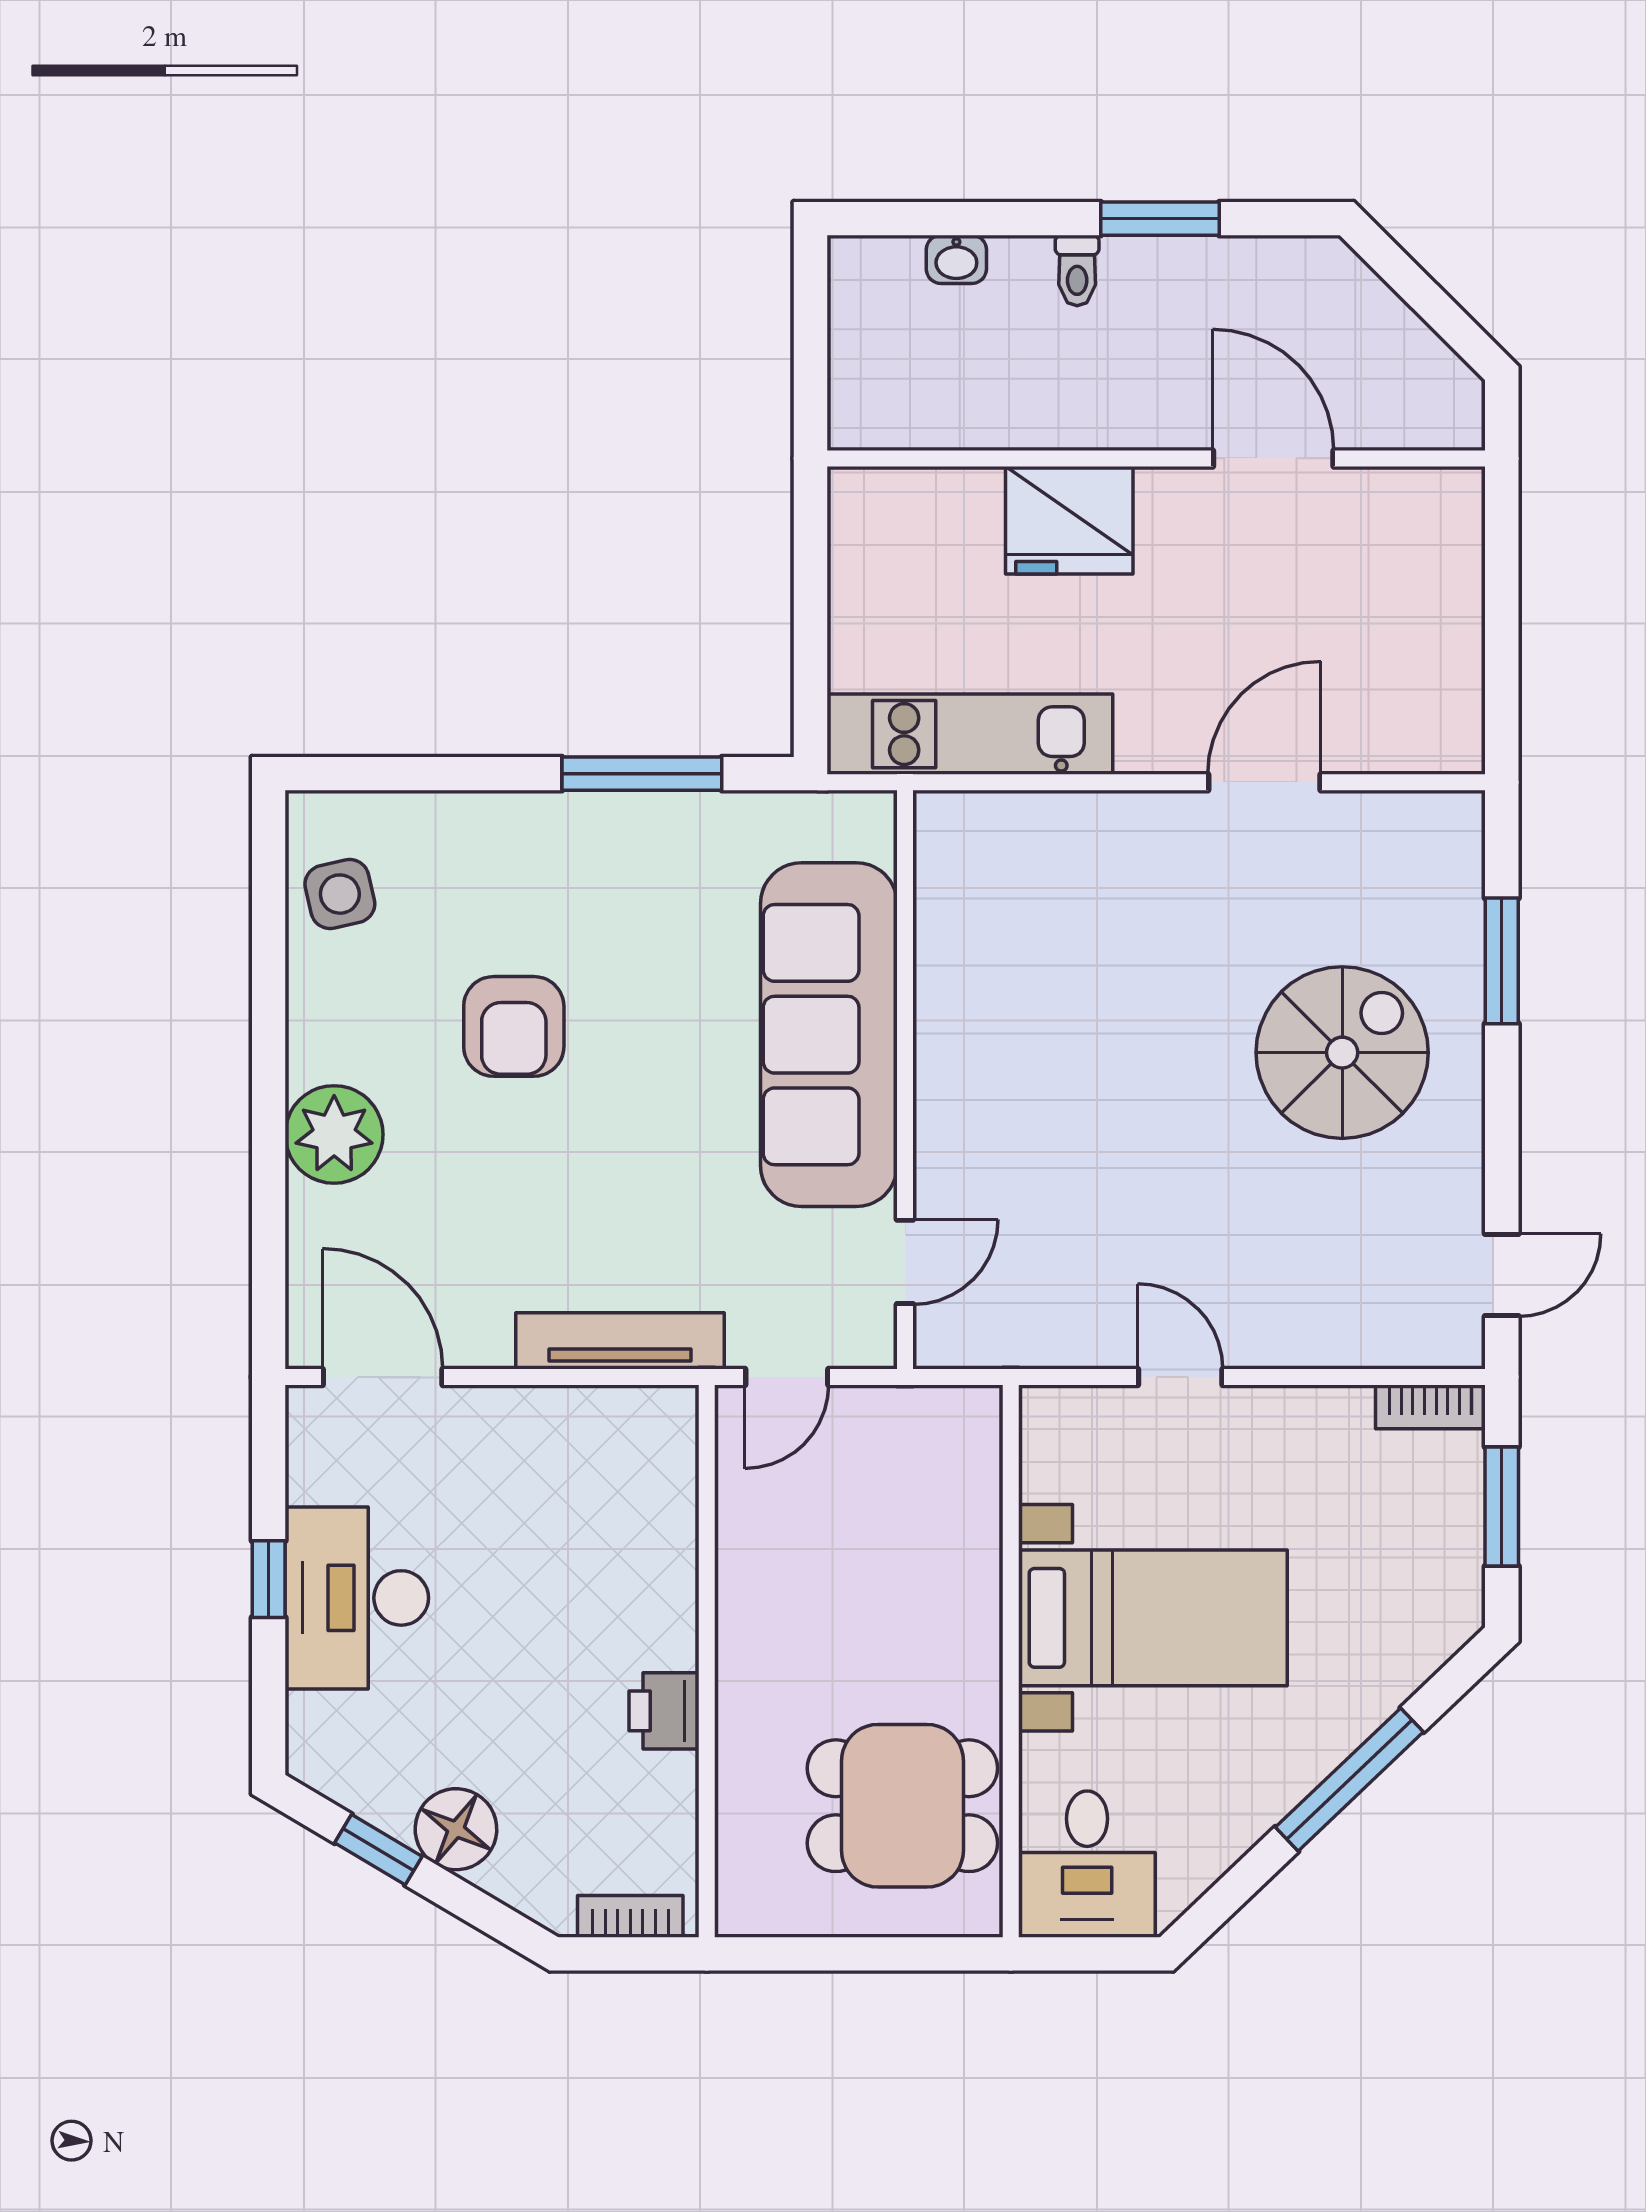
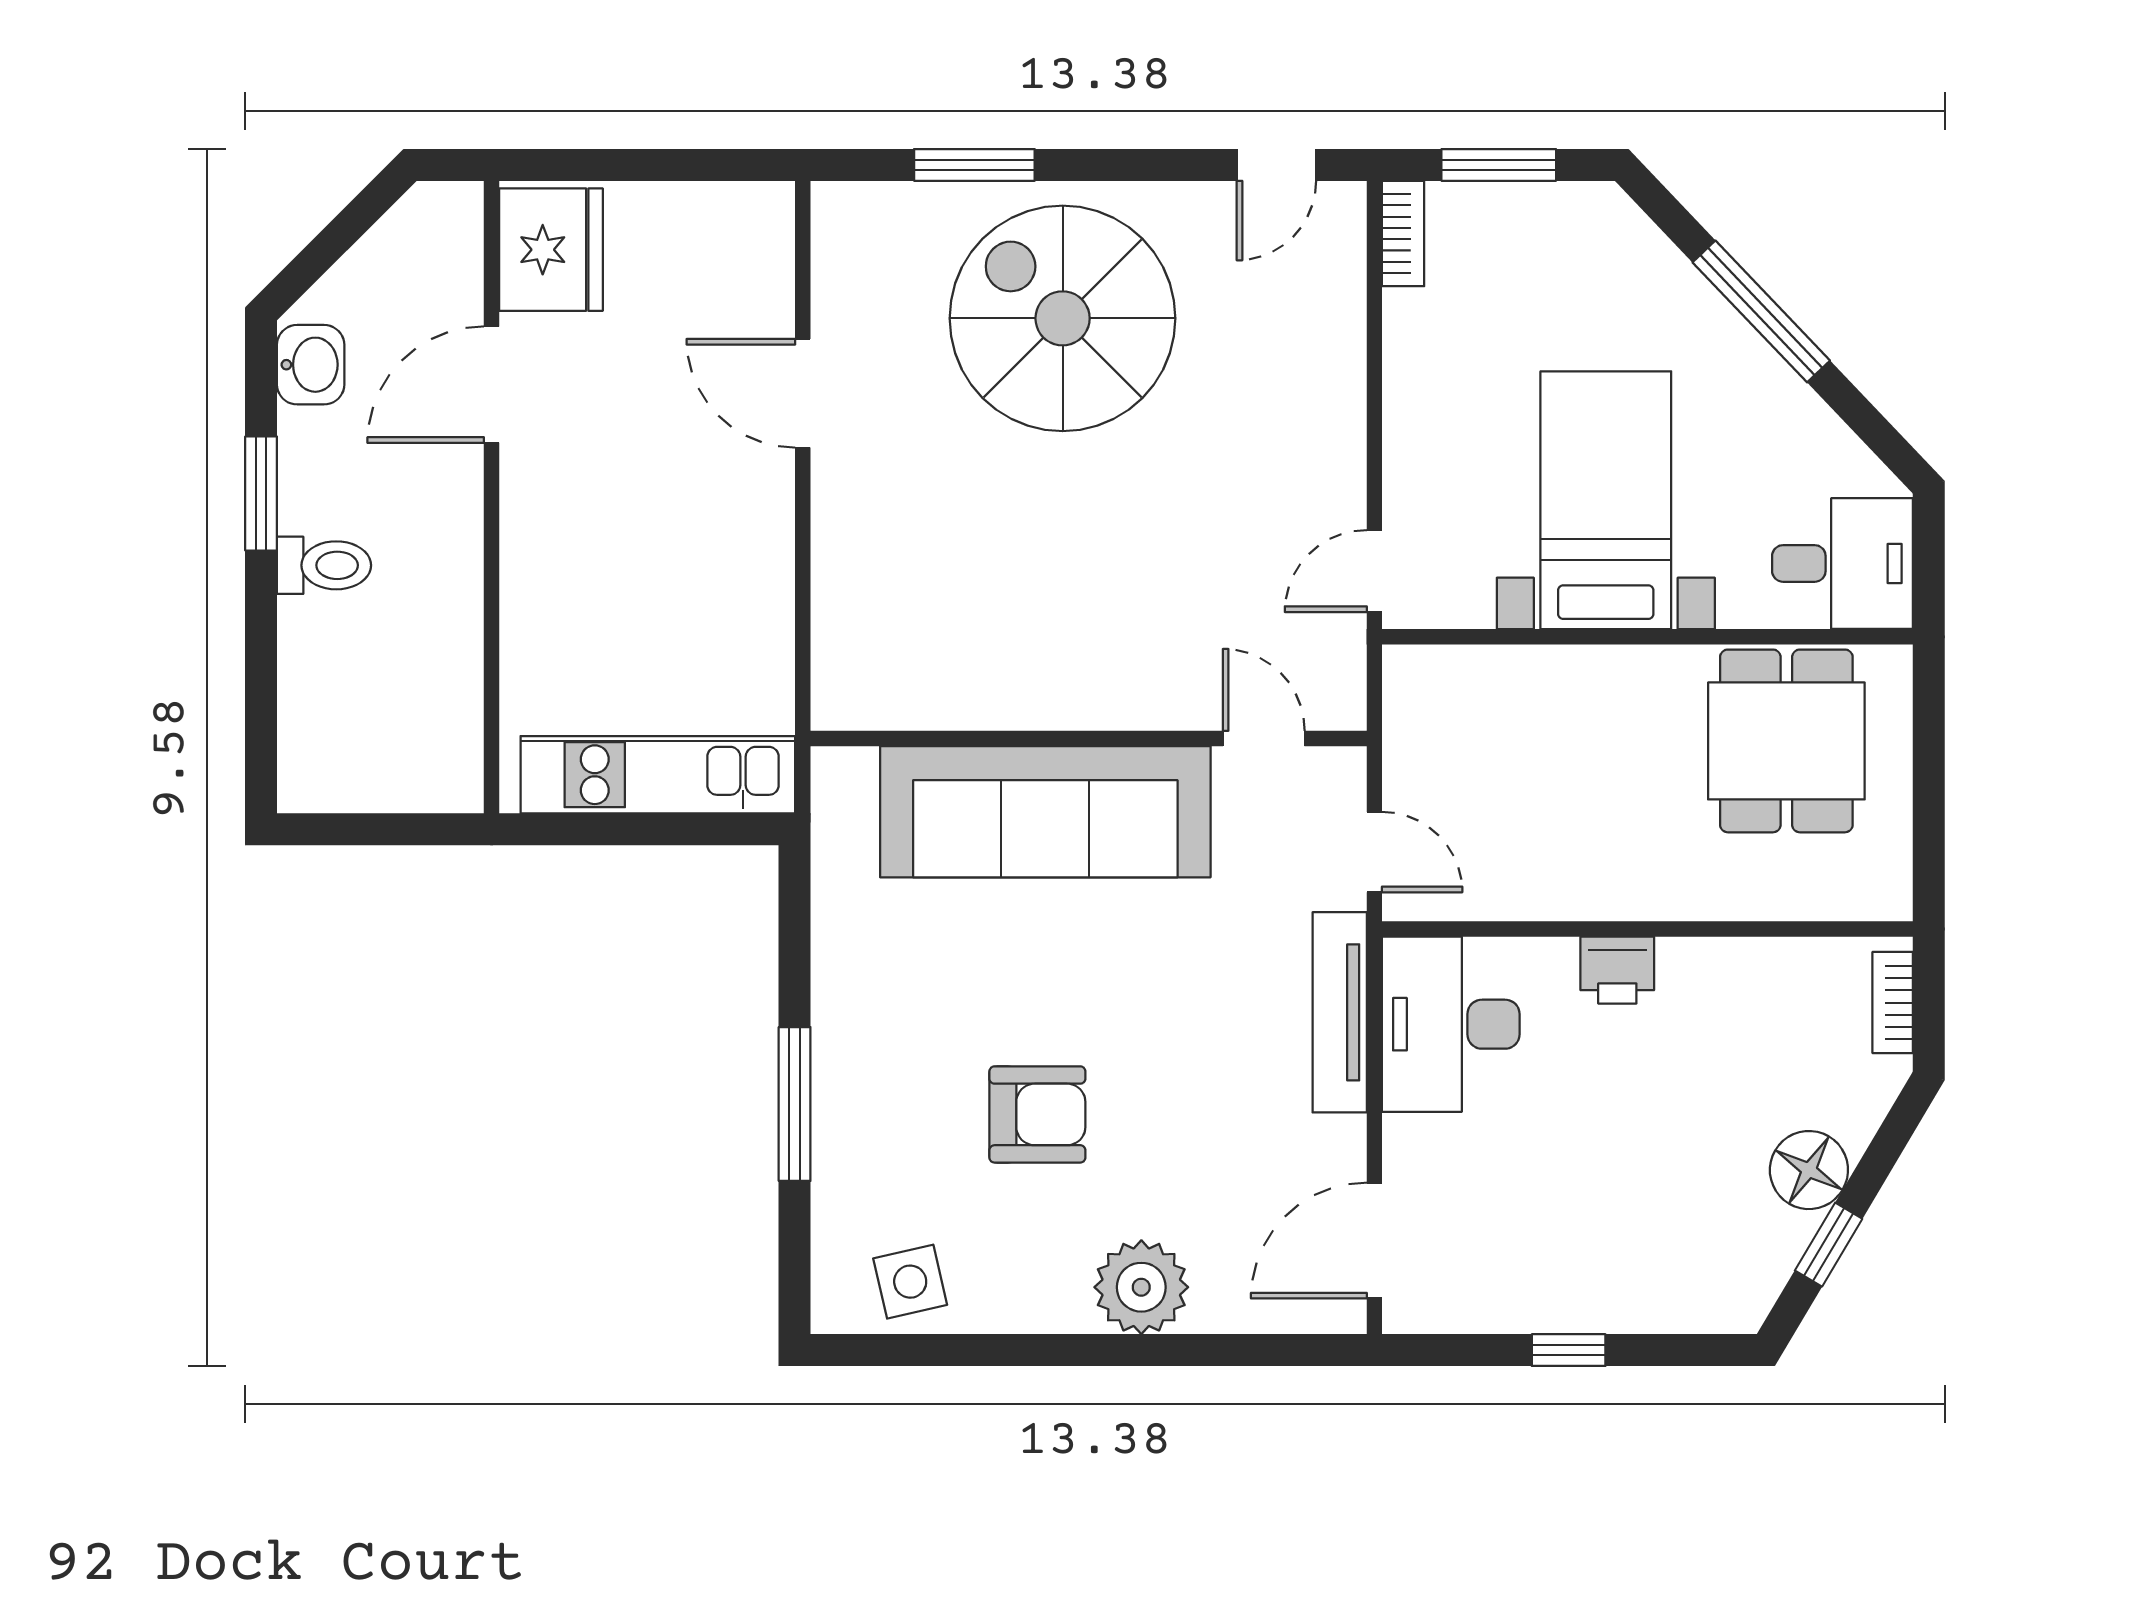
washbasin: (956, 259) -> (311, 365), moved, width x1.38, depth x1.45
toilet: (1077, 270) -> (324, 565), width x1.37, depth x1.39
fridge: (1069, 520) -> (551, 250), moved
kitchen unit: (970, 734) -> (658, 775), moved, turned 90
window: (642, 774) -> (795, 1104), moved
spiral stairs: (1342, 1053) -> (1063, 318), width x1.37, depth x1.37
door: (1502, 1275) -> (1276, 165), swing flipped
door: (1180, 1377) -> (1374, 571), moved
desk: (357, 1598) -> (1451, 1024), moved, turned 90
printer: (664, 1711) -> (1617, 970), moved

